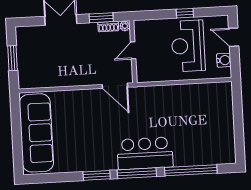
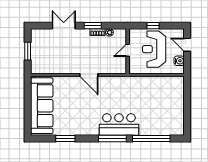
door: (133, 50) -> (128, 50), moved
wall: (133, 52) -> (128, 51), moved
door: (115, 86) -> (89, 75), moved
window: (97, 175) -> (65, 139), moved

